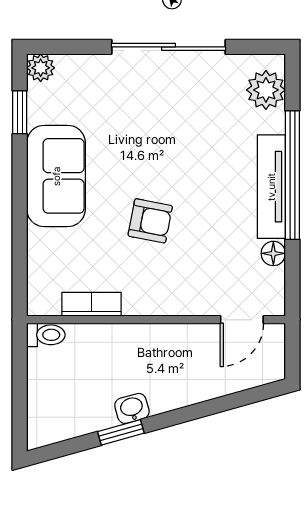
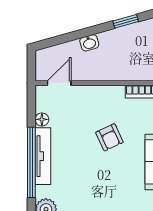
armchair: (150, 221) -> (109, 137), turned -126
washbasin: (132, 408) -> (89, 43), moved

